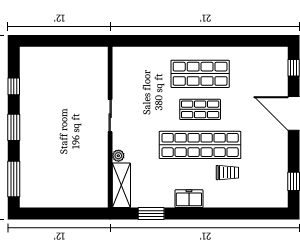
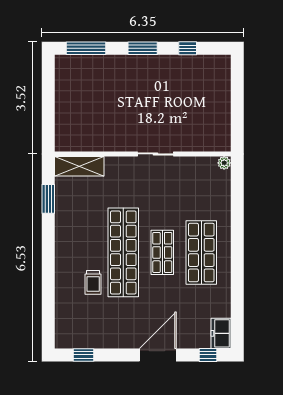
plant: (118, 156) -> (224, 163), moved
freezer: (189, 199) -> (221, 333), moved, turned 180

